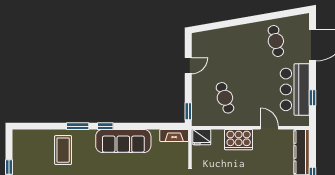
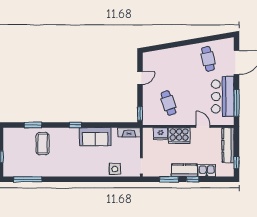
window: (313, 98) -> (237, 103), width x2.17
window: (78, 126) -> (33, 125), moved
fridge: (202, 137) -> (161, 134), moved
sofa: (123, 141) -> (95, 137), width x0.73

